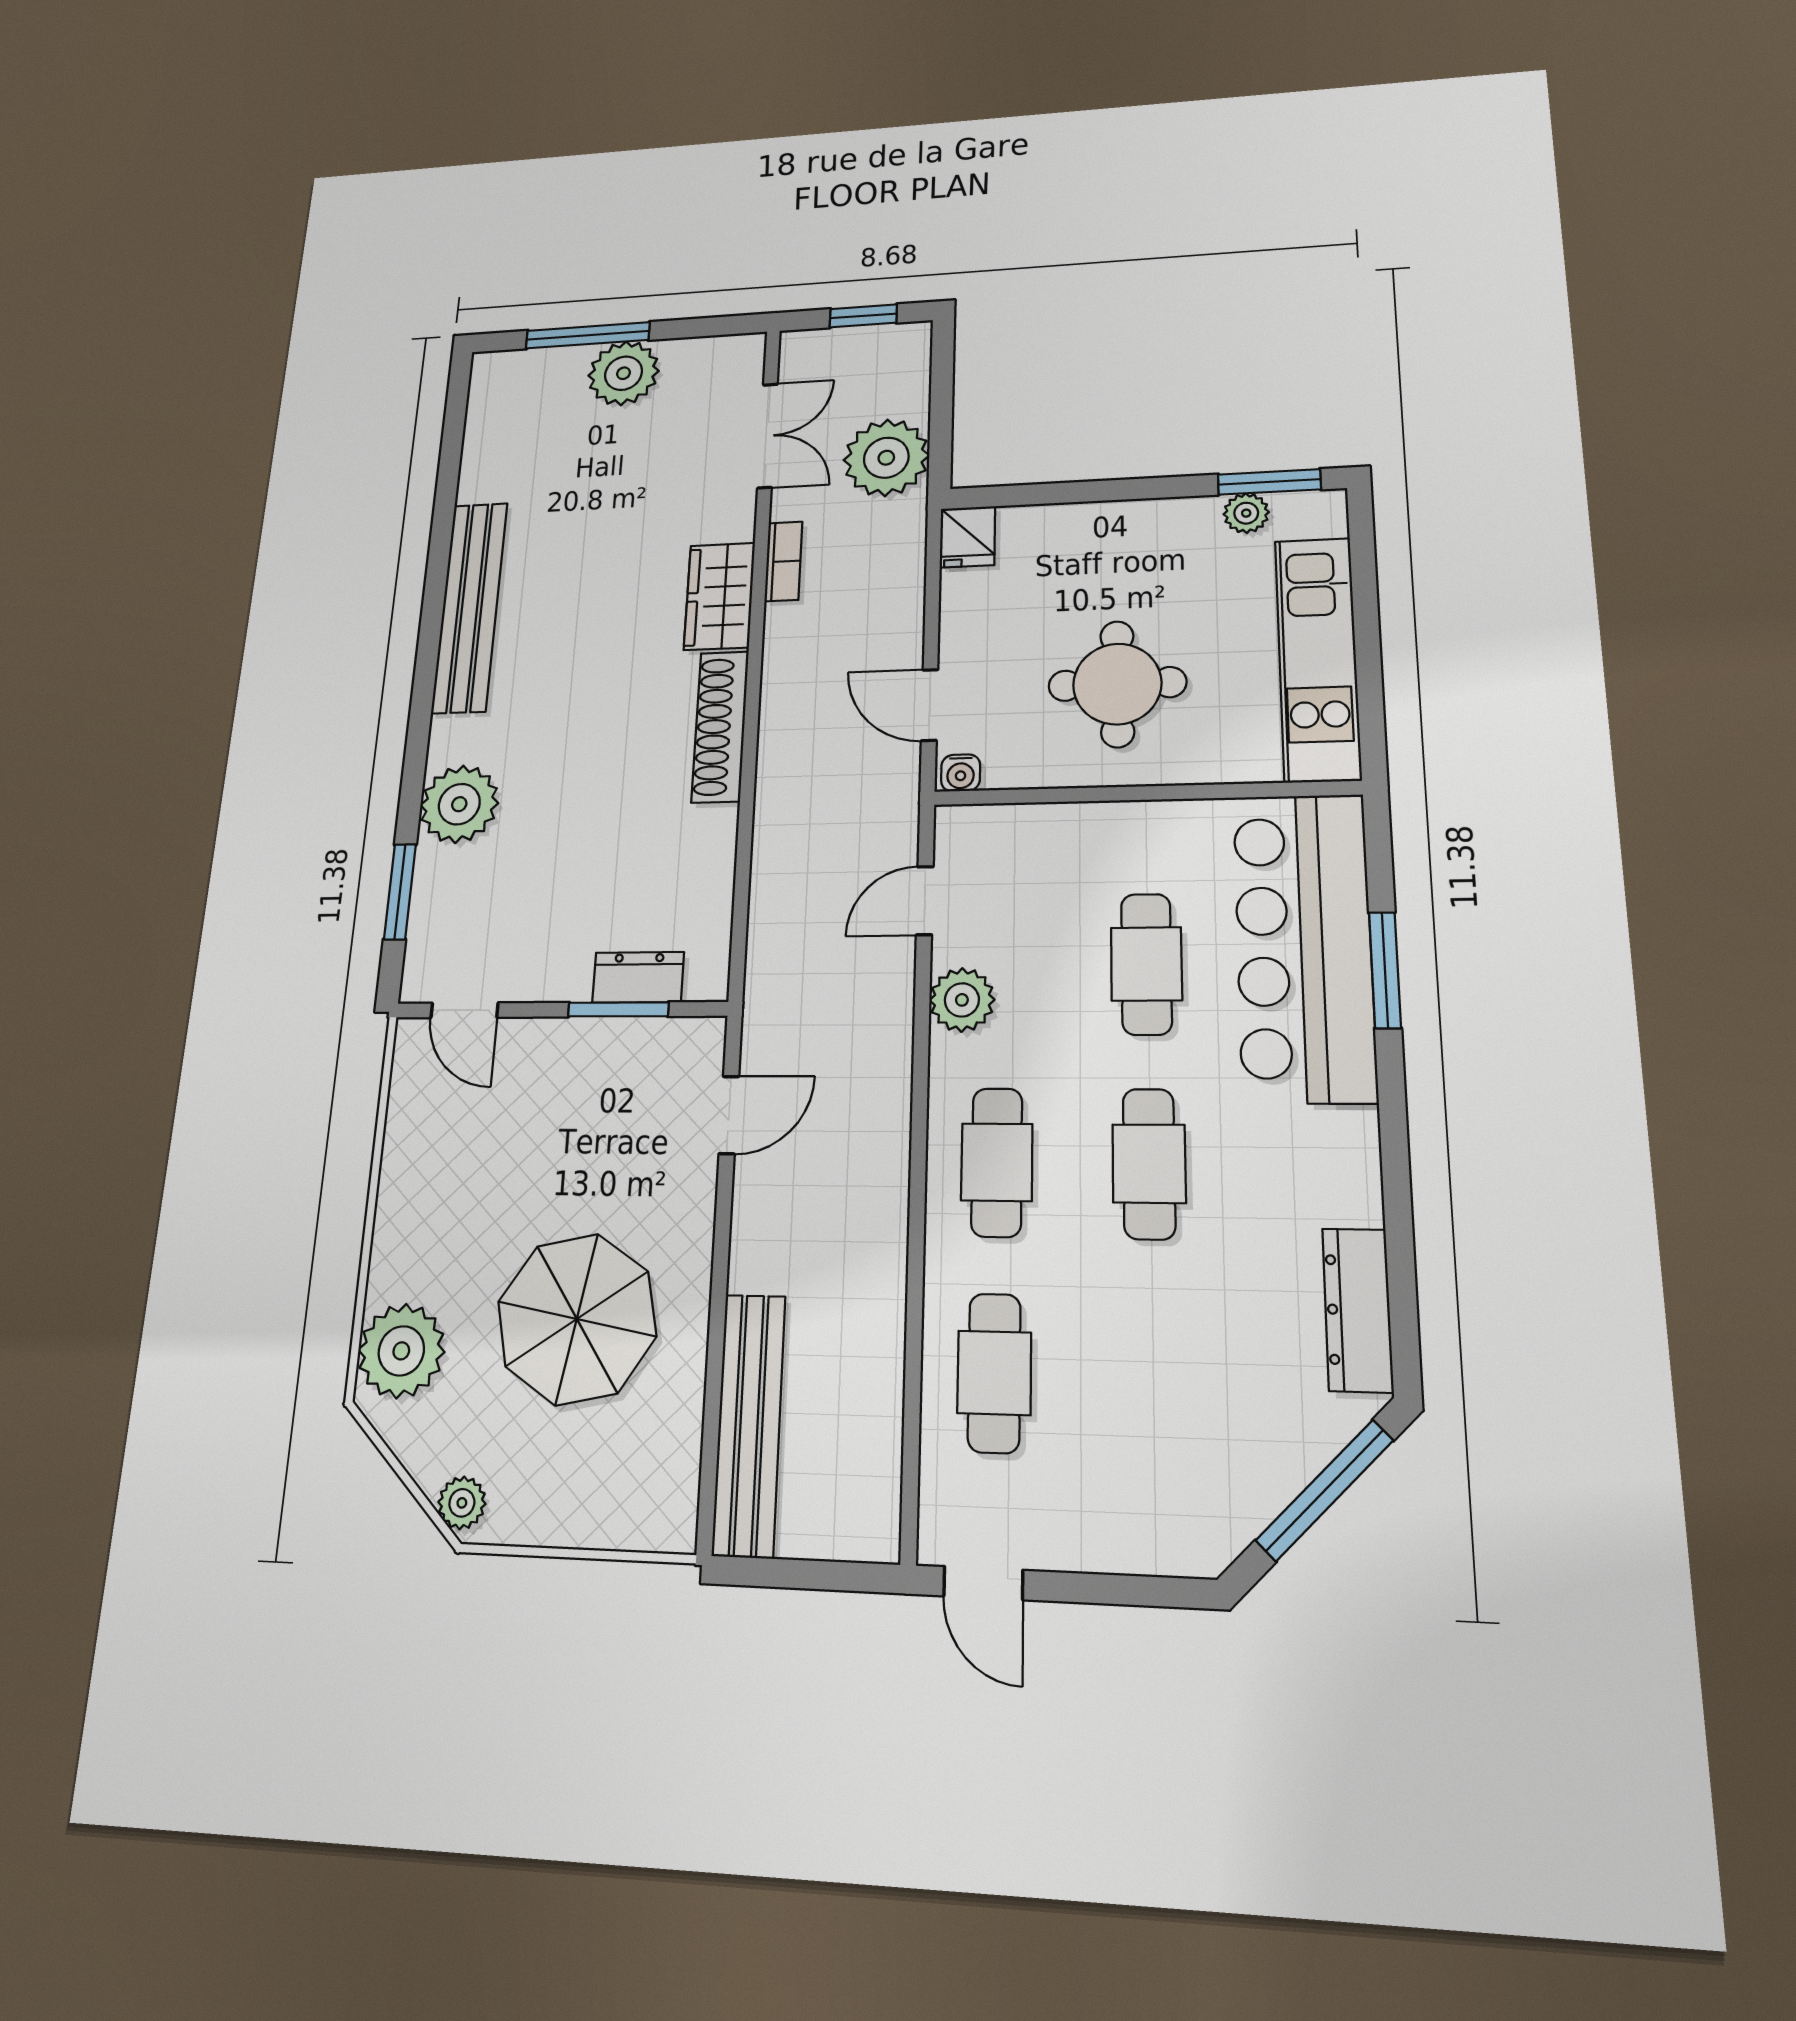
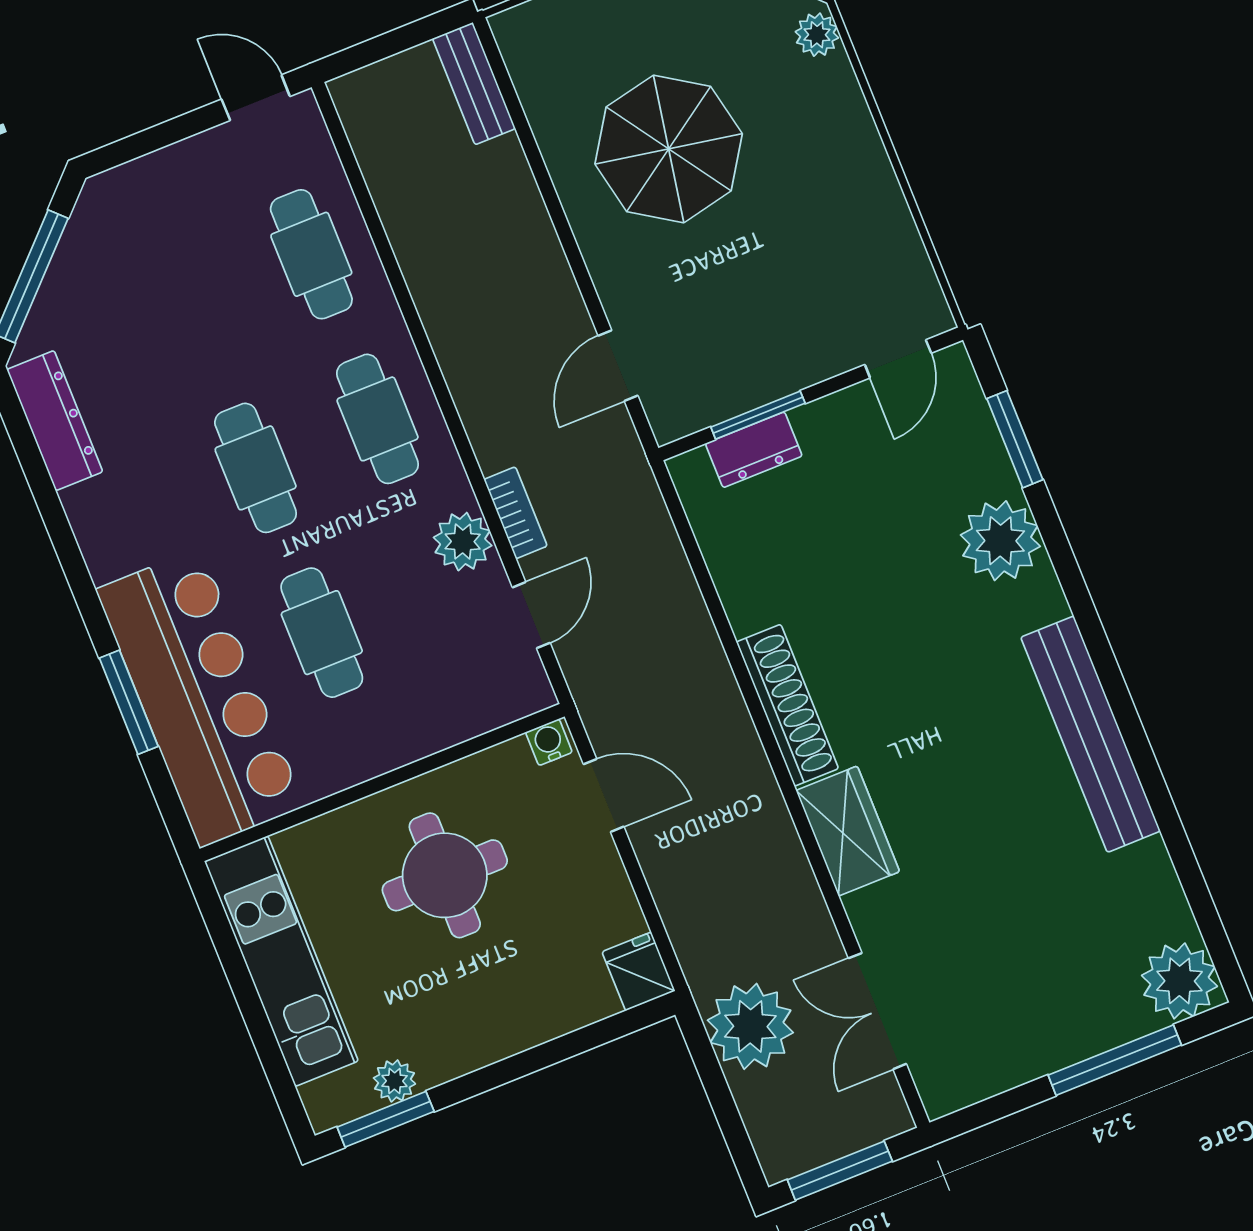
window: (863, 316) -> (840, 1171), width x1.50
plant: (624, 373) -> (1180, 981), moved
bookcase: (783, 561) -> (516, 513), moved, turned 180
door: (464, 1010) -> (898, 359), swing flipped
plant: (401, 1351) -> (817, 35), width x0.53, depth x0.53
bench: (749, 1424) -> (474, 84), width x0.54, depth x0.82

